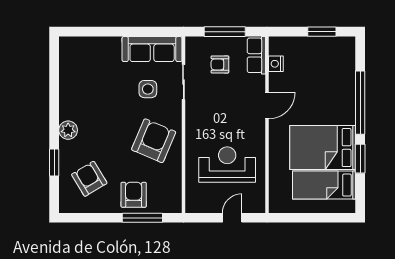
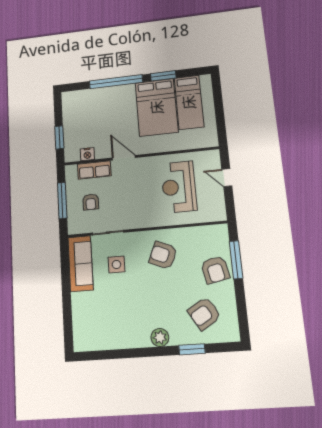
window: (322, 32) -> (59, 137), moved
row of seats: (256, 55) -> (94, 170), moved
armchair: (154, 141) -> (163, 255), width x0.73, depth x0.73
armchair: (134, 195) -> (215, 270), turned -102

